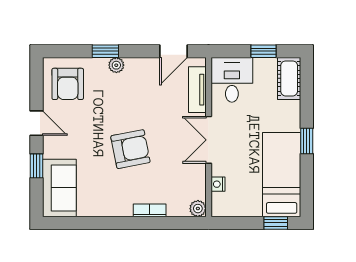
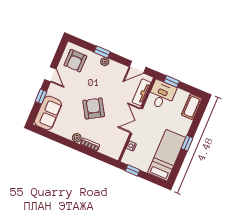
window: (263, 51) -> (172, 81), moved
armchair: (130, 149) -> (94, 108), turned -110
plant: (198, 209) -> (77, 138), moved
window: (276, 223) -> (133, 170), moved

